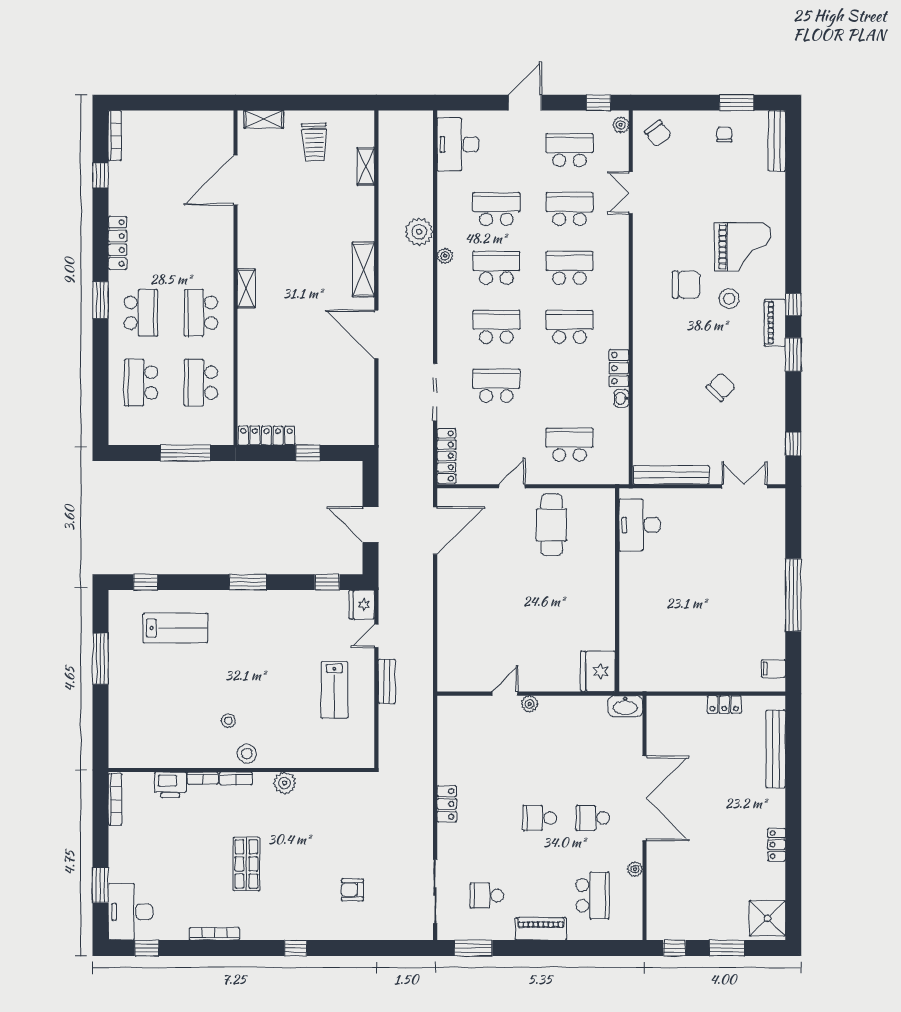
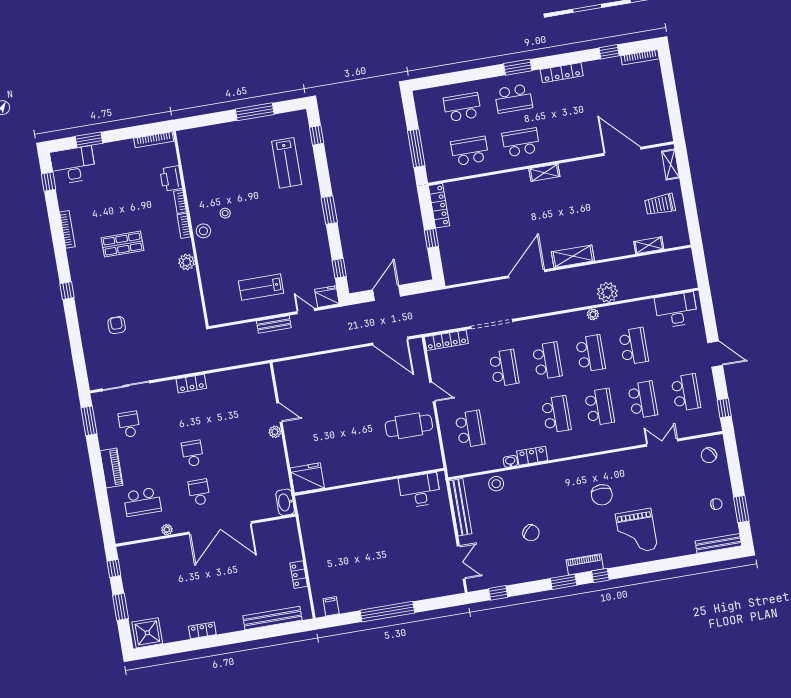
plant: (621, 125) -> (711, 427), removed
stool: (729, 299) -> (496, 484), moved

